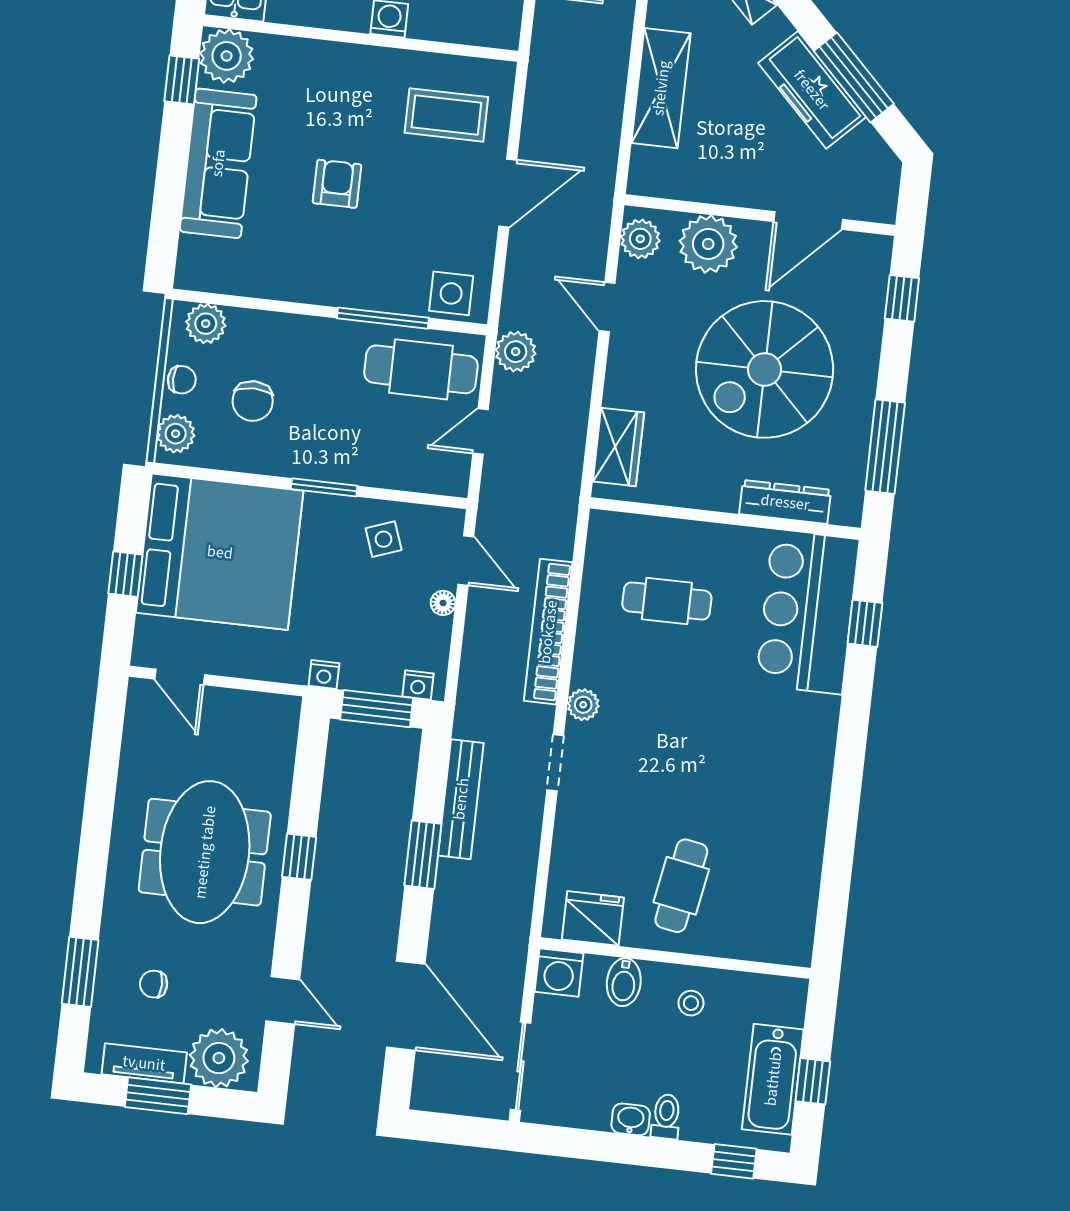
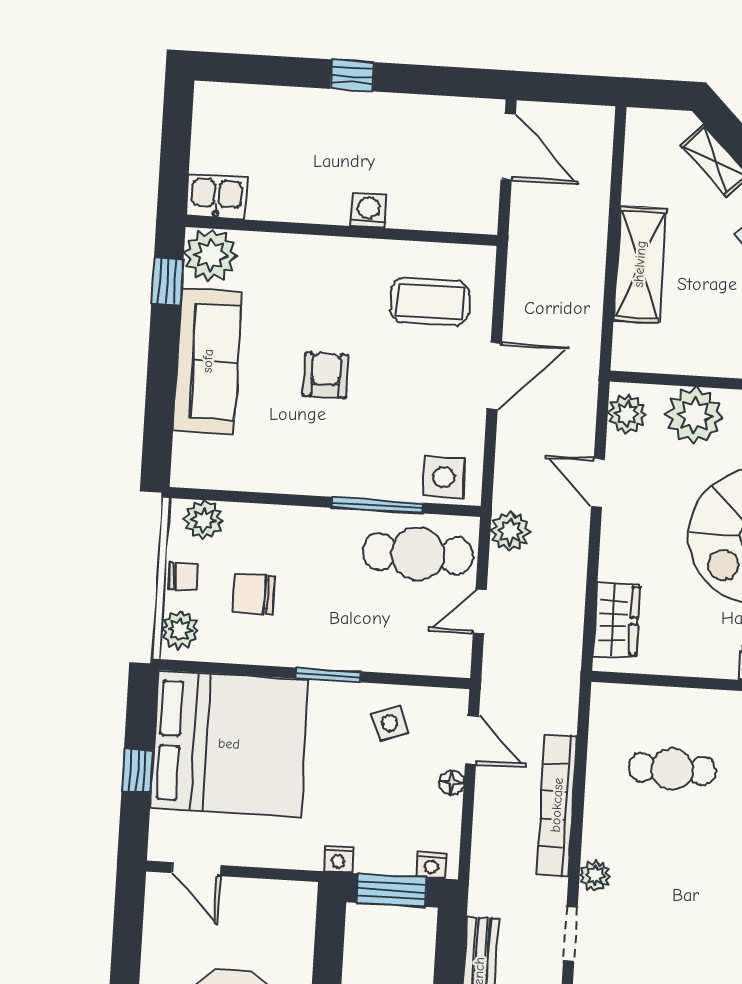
chair: (253, 401) -> (254, 594), turned 90

